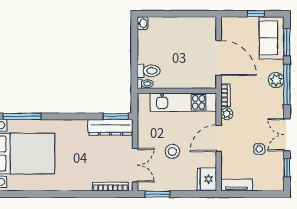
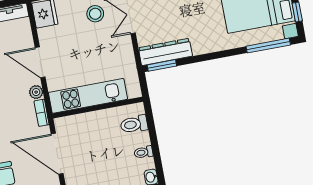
toilet: (145, 84) -> (143, 152), moved
door: (219, 138) -> (40, 62), swing flipped
stool: (172, 151) -> (95, 14), moved

